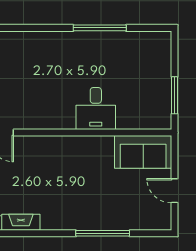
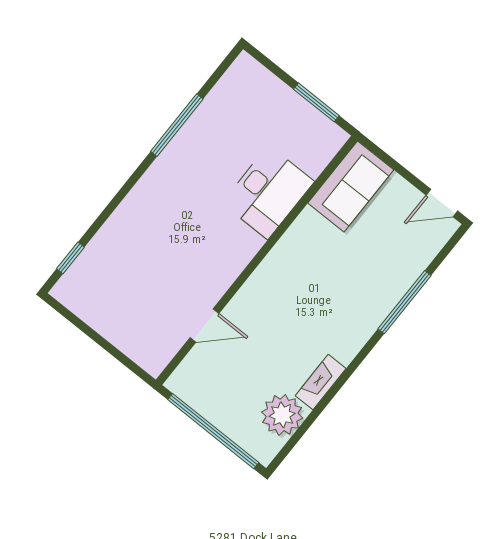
desk: (96, 108) -> (268, 192), width x1.37
door: (174, 191) -> (442, 203), moved

